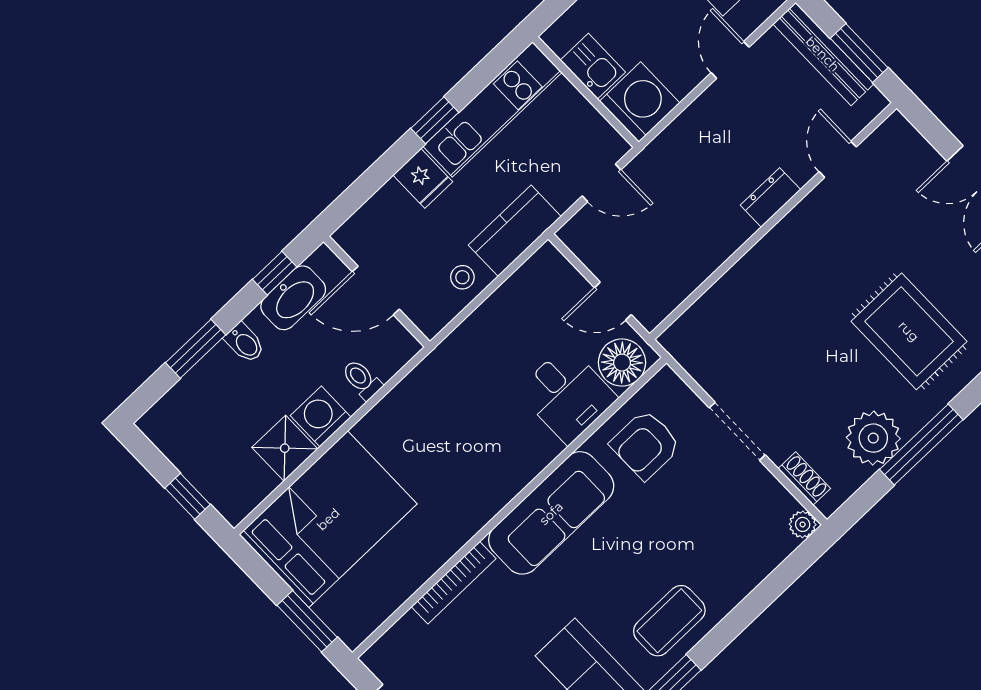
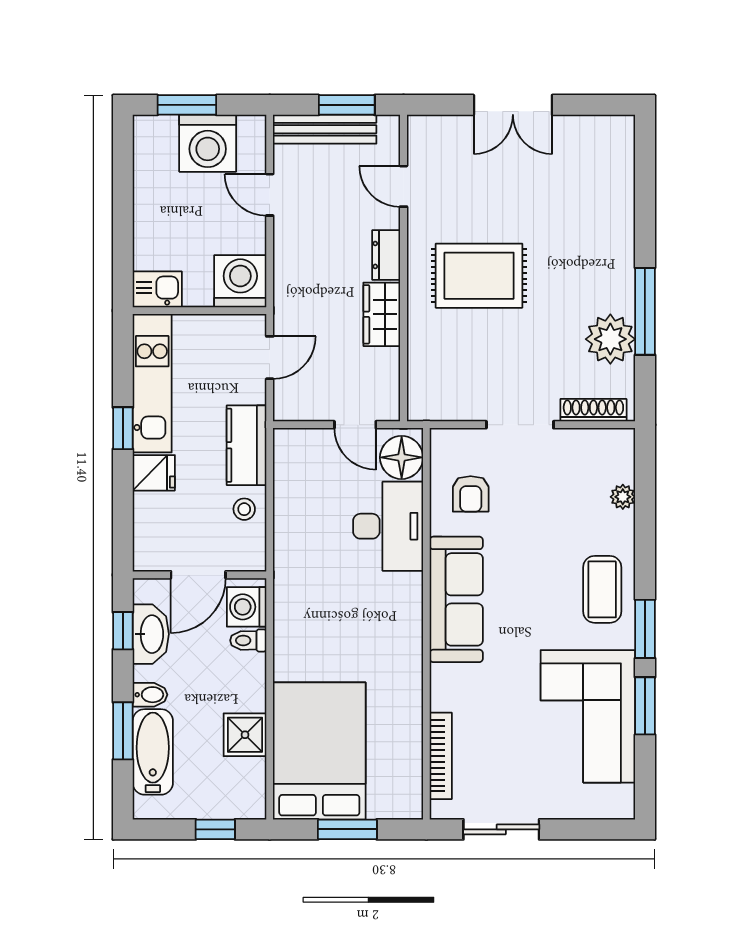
kitchen sink: (593, 66) -> (157, 289), moved
wardrobe: (720, 239) -> (382, 314), added
door: (613, 301) -> (355, 425), hinge flipped
rug: (909, 331) -> (479, 276), moved
bathtub: (202, 388) -> (153, 752), added
desk: (567, 395) -> (388, 526), width x1.37
washing machine: (321, 416) -> (247, 607), moved
armchair: (646, 445) -> (471, 494), width x0.72, depth x0.72
shoe rack: (804, 478) -> (593, 410), width x1.43
plant: (803, 524) -> (623, 497), moved
bookcase: (454, 583) -> (441, 756), moved
window: (307, 621) -> (347, 829), moved

